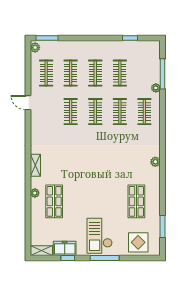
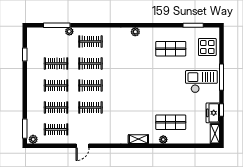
checkout: (100, 236) -> (201, 82), turned 180

